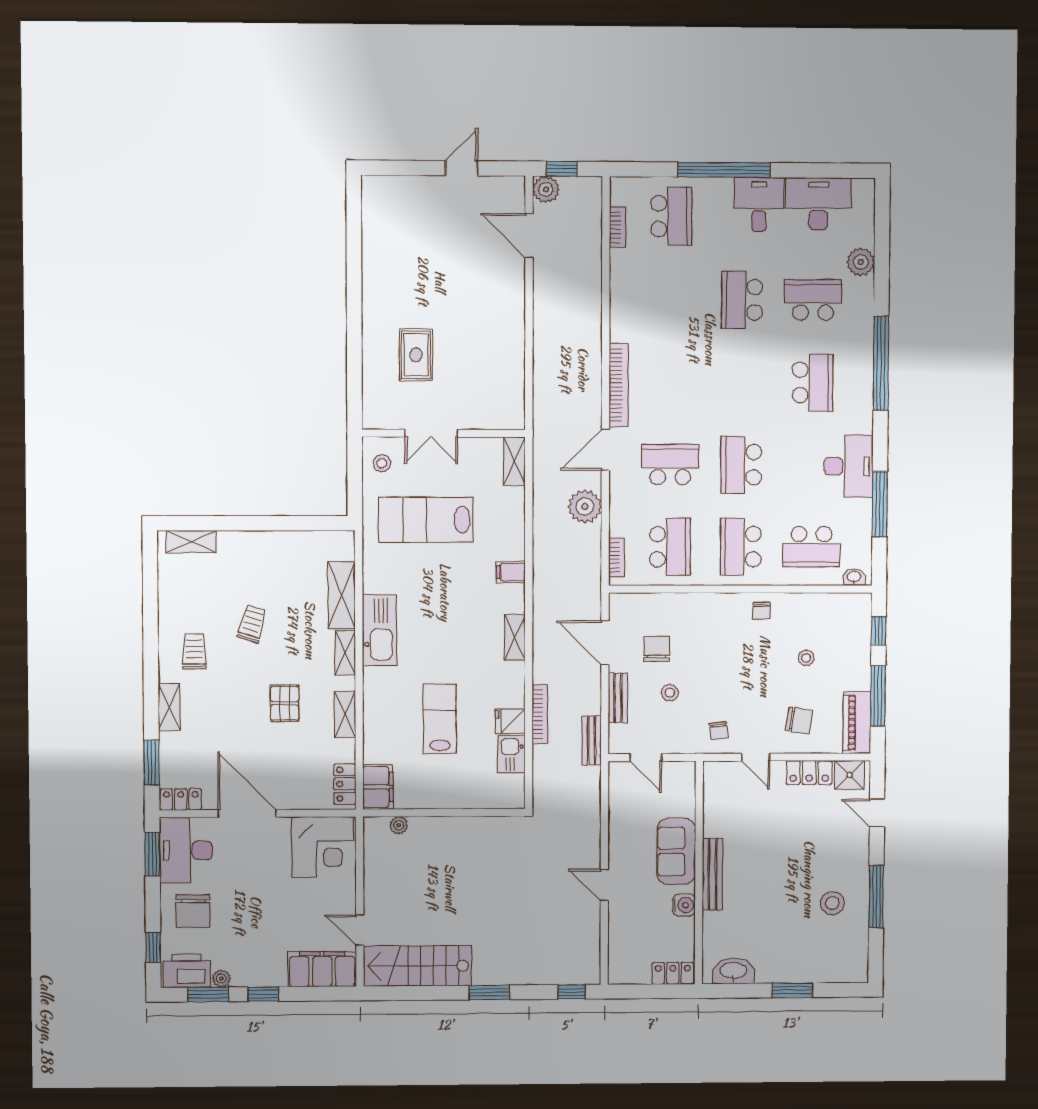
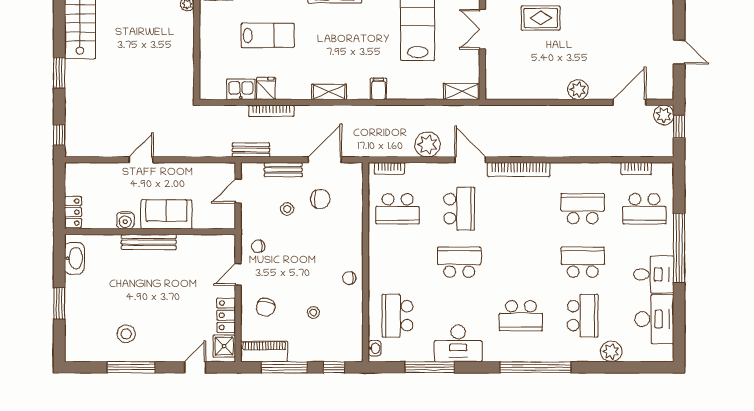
plant: (512, 305) -> (578, 90), added
school desk: (741, 547) -> (583, 209), moved

